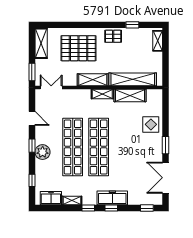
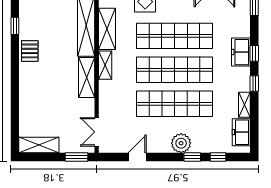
pallet: (79, 48) -> (45, 96), removed
window: (32, 146) -> (192, 157), moved
shop shelf: (125, 147) -> (174, 36), added
freezer: (112, 198) -> (241, 52), width x0.71

